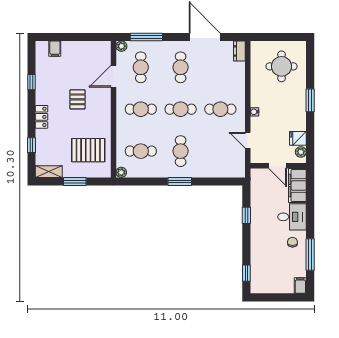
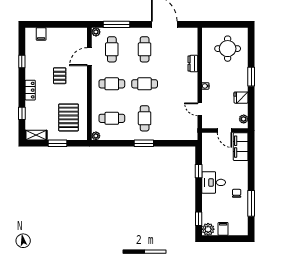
dresser: (239, 51) -> (193, 63), moved
cafe table: (220, 109) -> (177, 84), removed
fridge: (298, 138) -> (241, 98), moved
pallet: (88, 150) -> (69, 117), turned 90
desk: (292, 217) -> (214, 182), moved, turned 180
plant: (258, 286) -> (208, 229), added
filing cabinet: (300, 286) -> (223, 229), moved

